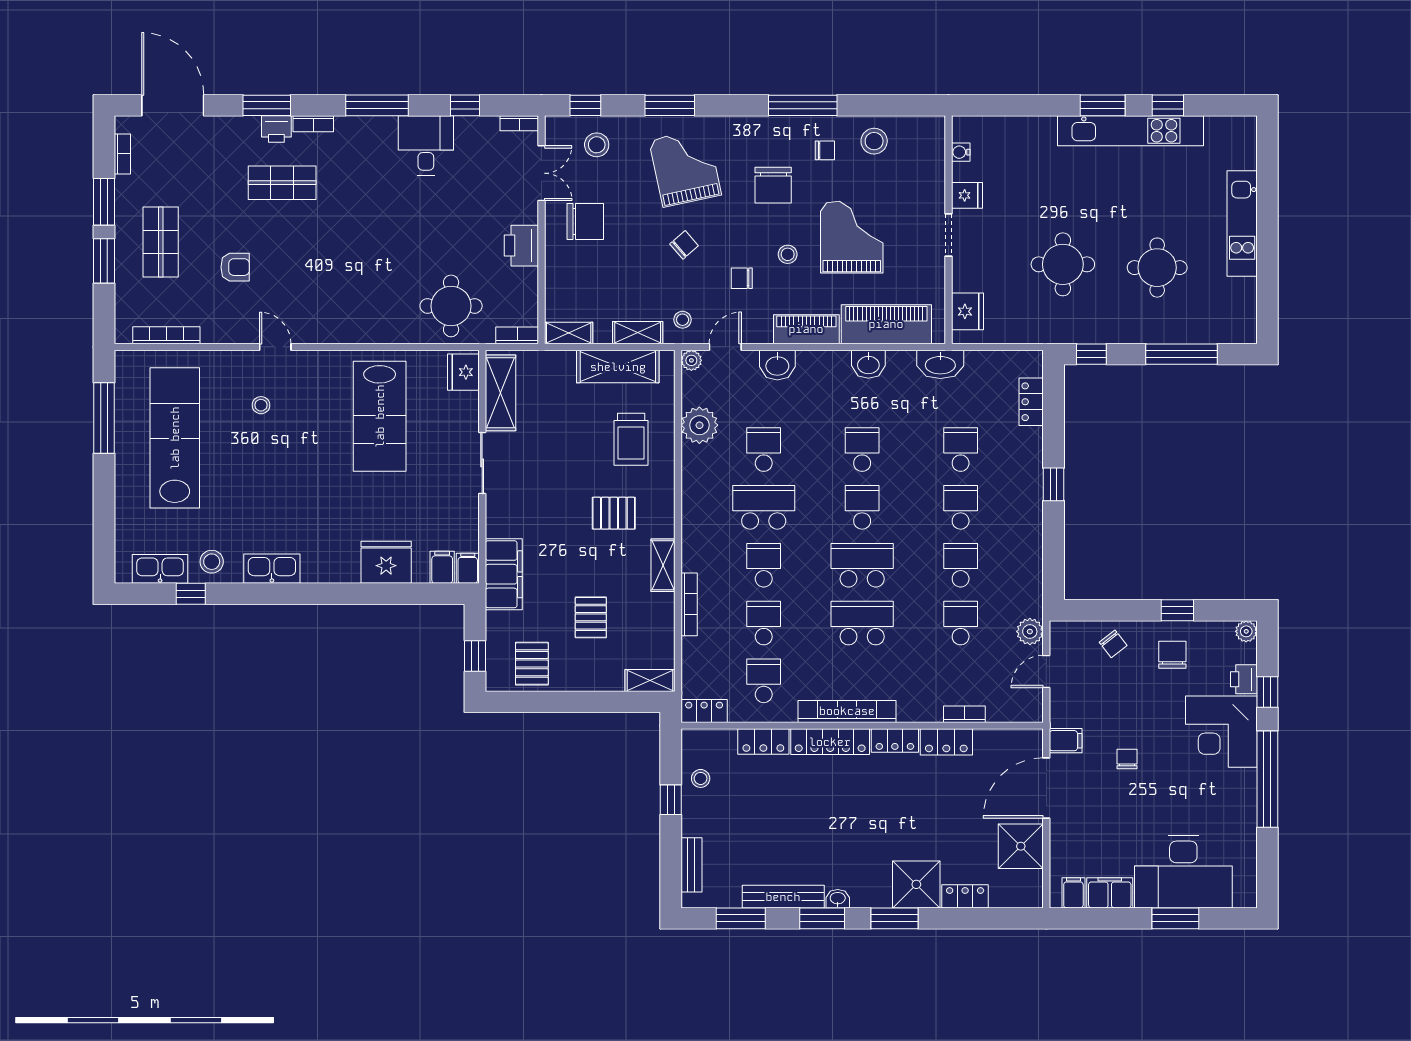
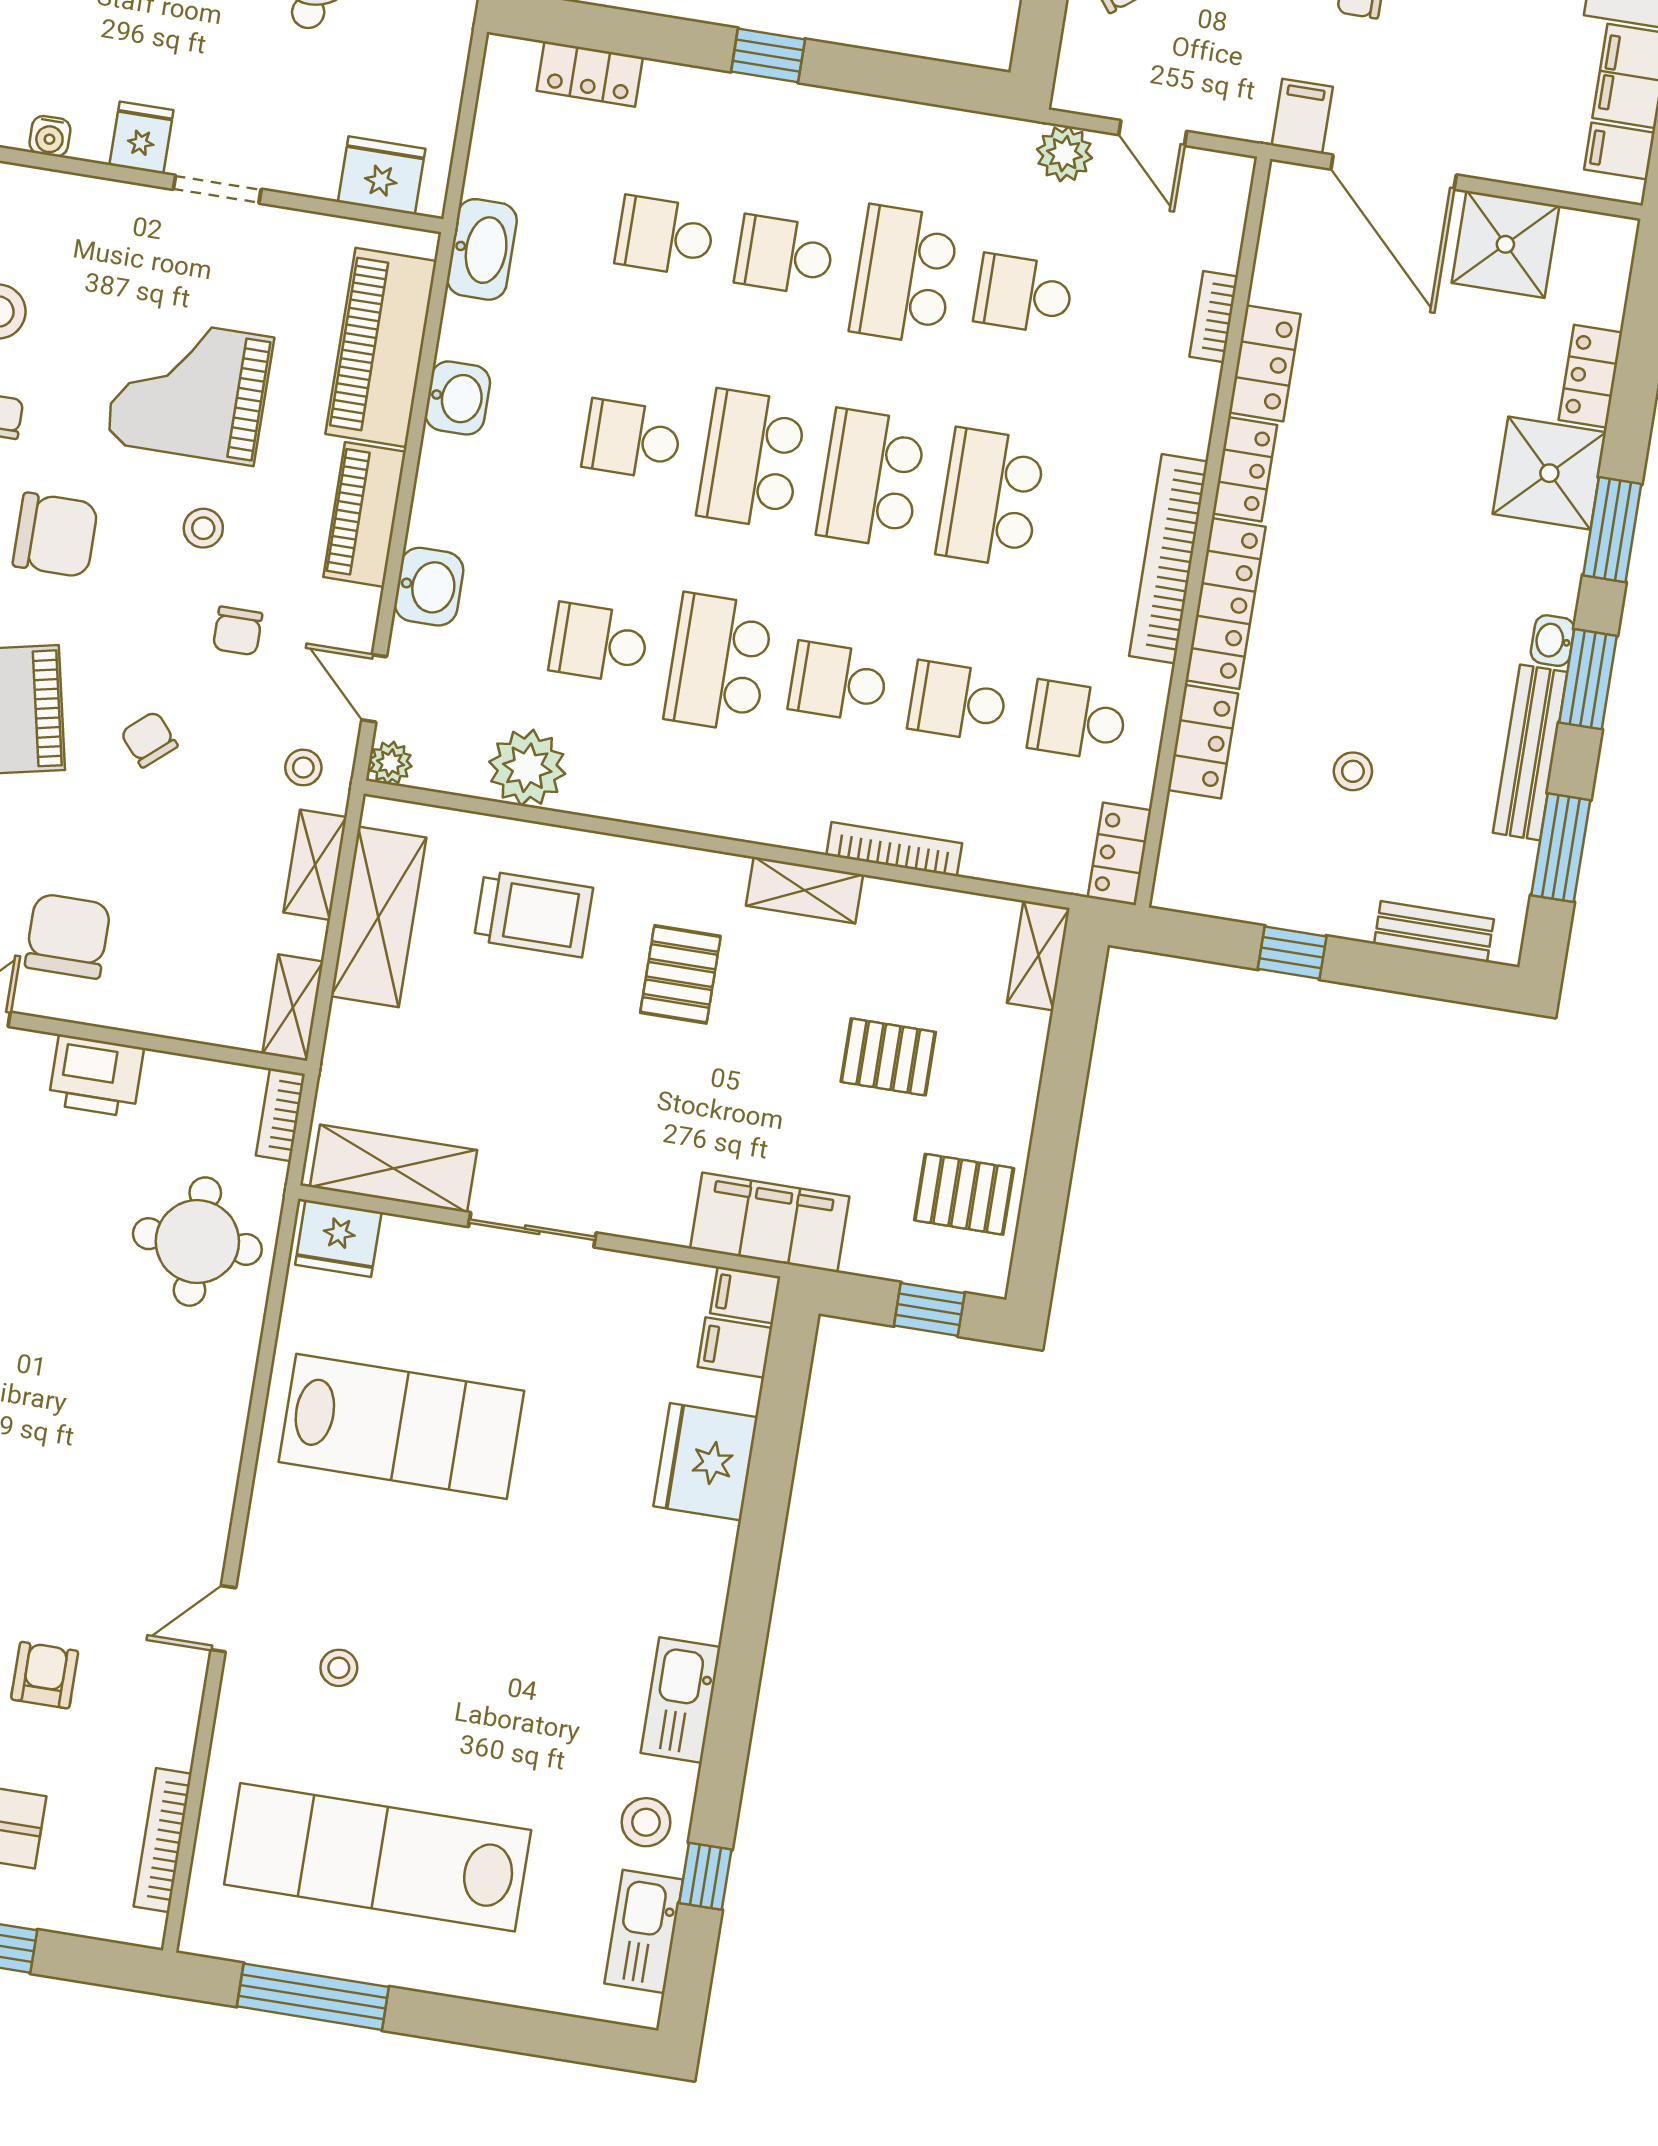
school desk: (862, 507) -> (752, 459), width x1.85
school desk: (961, 565) -> (904, 275), width x1.85
stool: (701, 778) -> (1353, 771), moved

